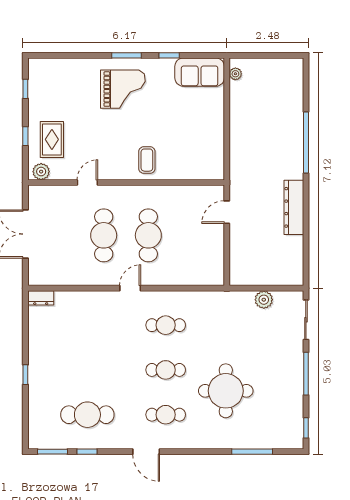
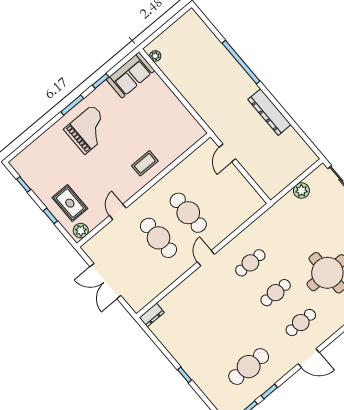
coffee table: (147, 160) -> (145, 163), turned 90

